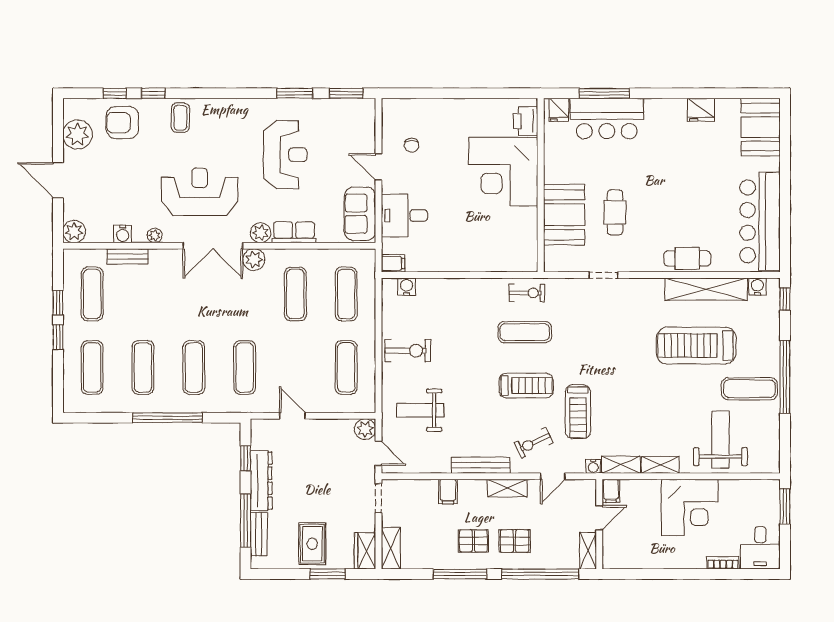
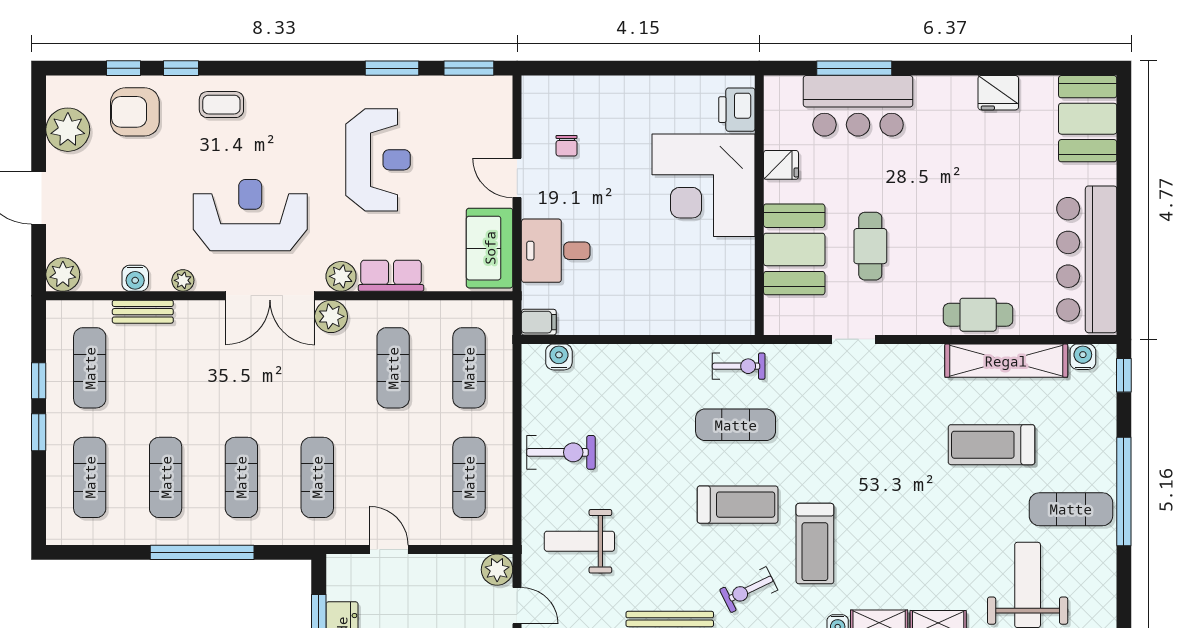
fridge: (559, 110) -> (781, 165), moved, turned -90
coffee table: (180, 118) -> (221, 105), turned 90
treadmill: (696, 345) -> (992, 445), width x0.73, depth x0.73

